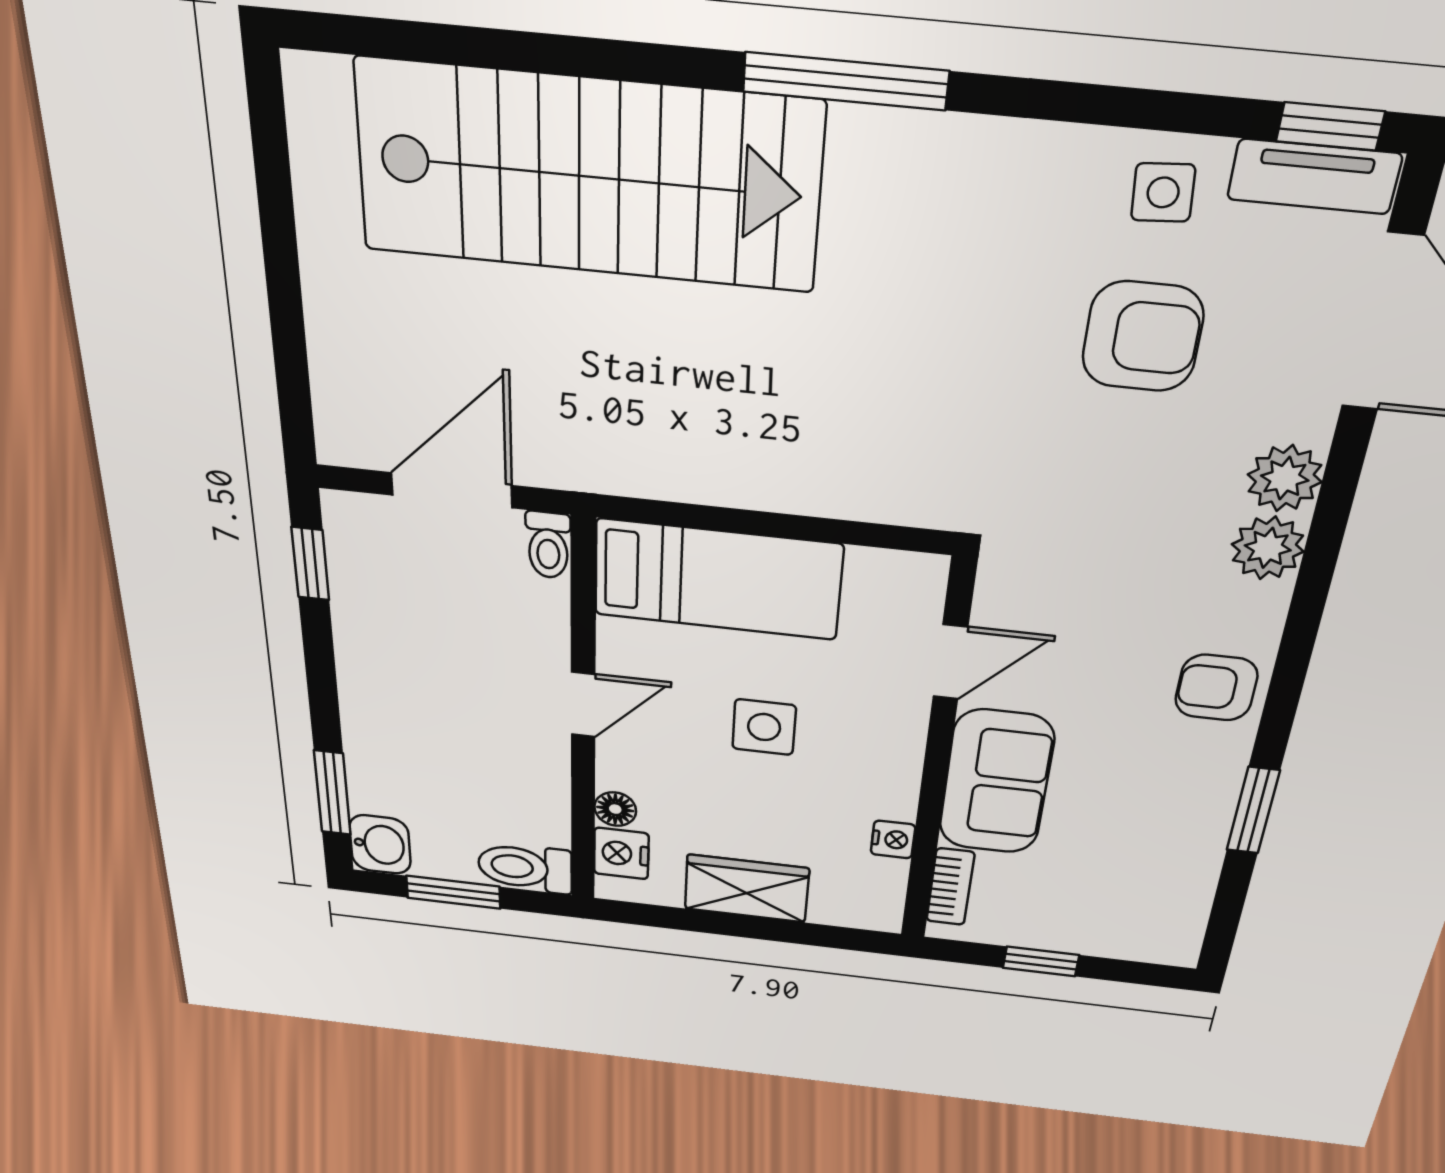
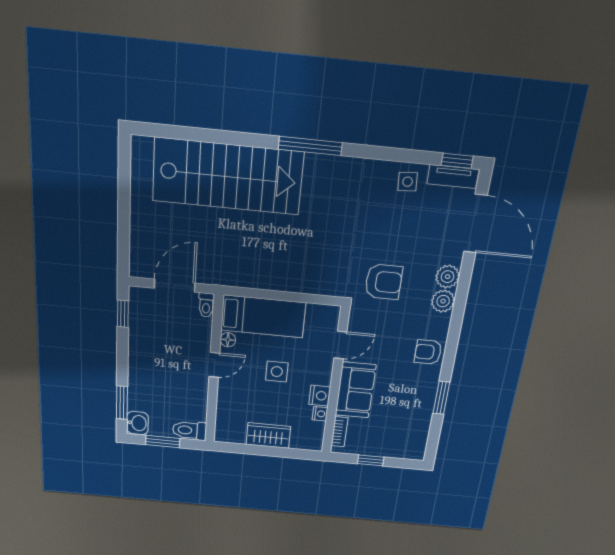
armchair: (1143, 337) -> (384, 282), moved
floor lamp: (615, 809) -> (228, 340), moved
nightstand: (621, 853) -> (320, 396), moved, turned 180

